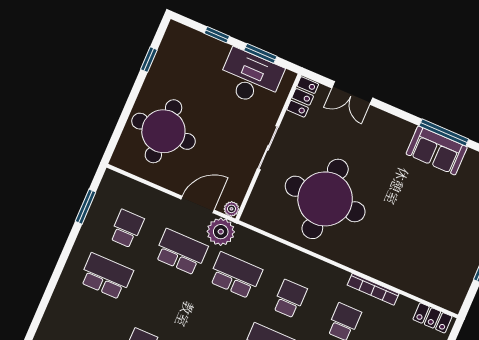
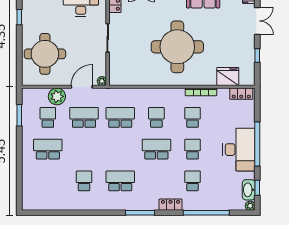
round table: (325, 199) -> (177, 47), moved
plant: (221, 232) -> (57, 96), moved
fridge: (423, 283) -> (228, 76), added

